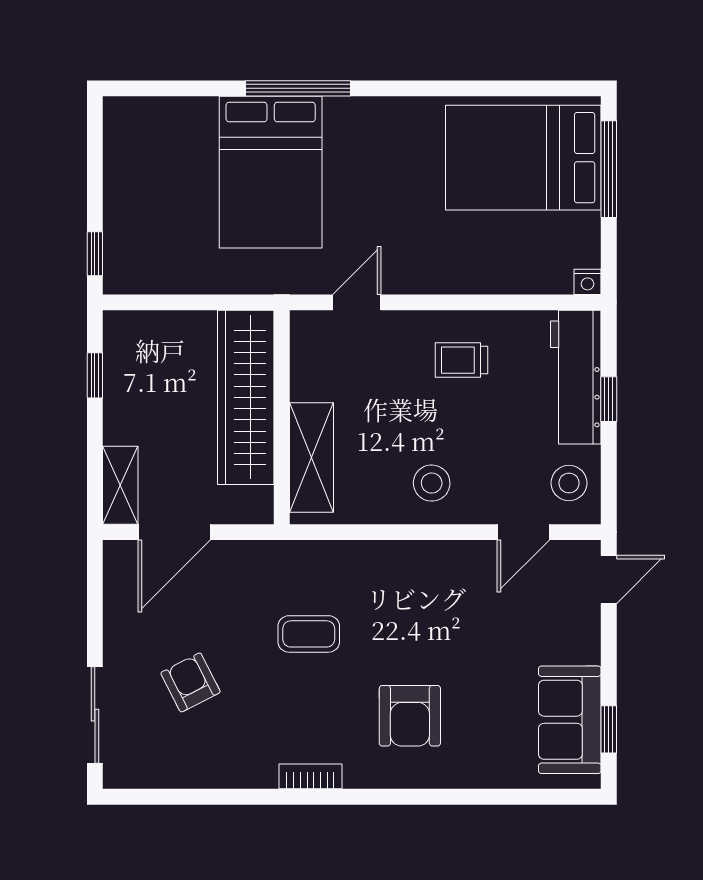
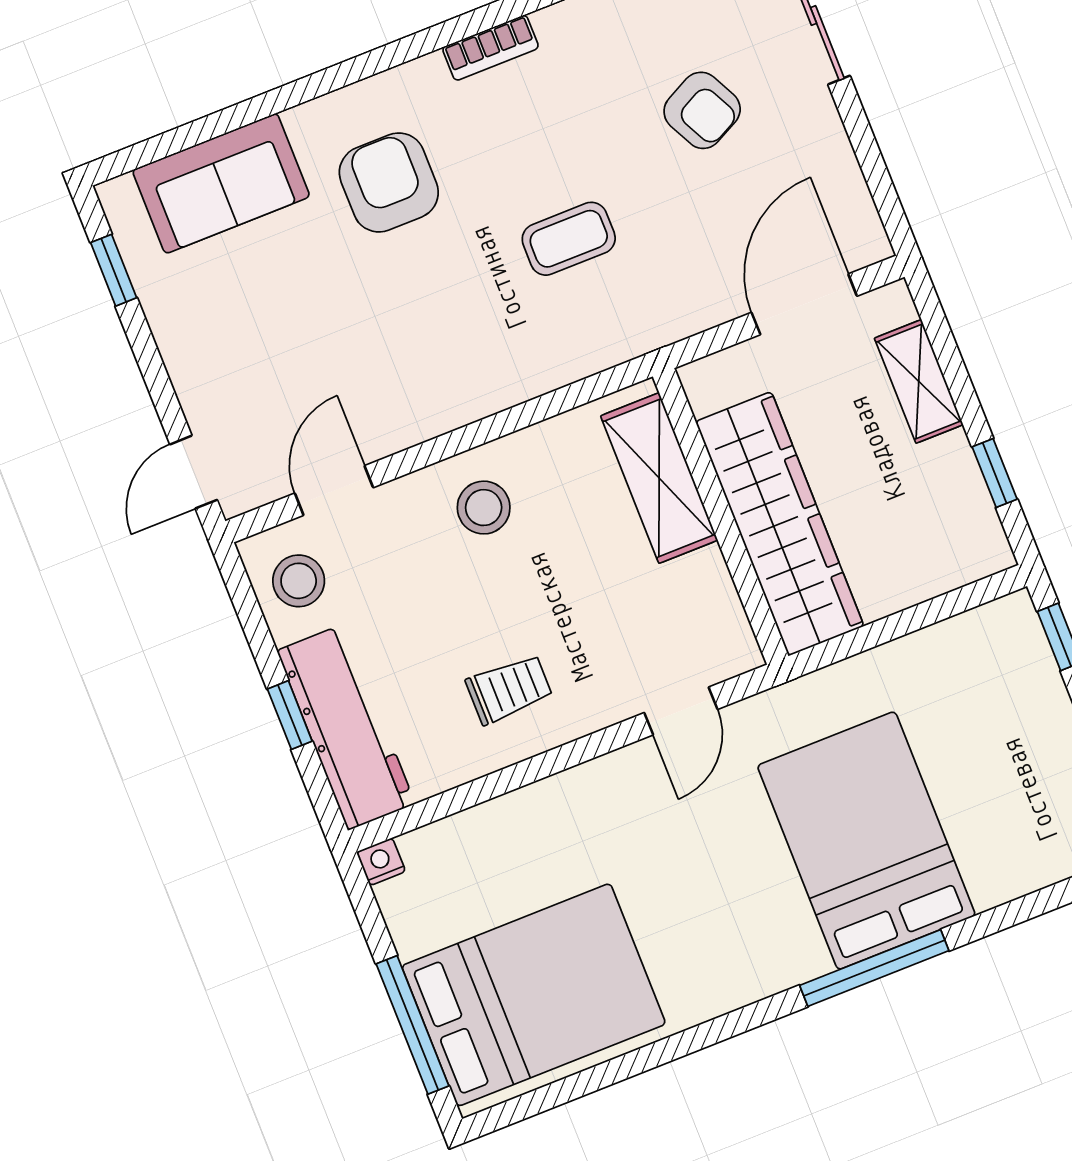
shelving: (120, 485) -> (919, 381), moved
sofa: (570, 720) -> (221, 183), moved, turned 90

